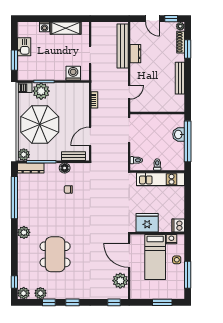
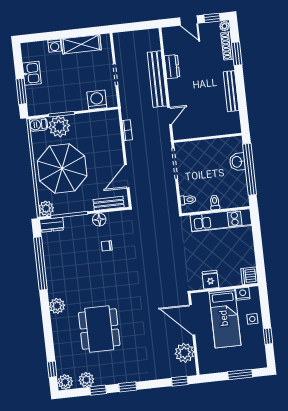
bench: (123, 46) -> (157, 79), moved
dresser: (31, 168) -> (52, 225), width x0.70
fridge: (147, 223) -> (210, 280), width x0.53, depth x0.75
window: (188, 275) -> (268, 336), width x0.46

